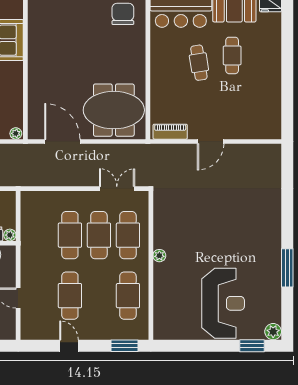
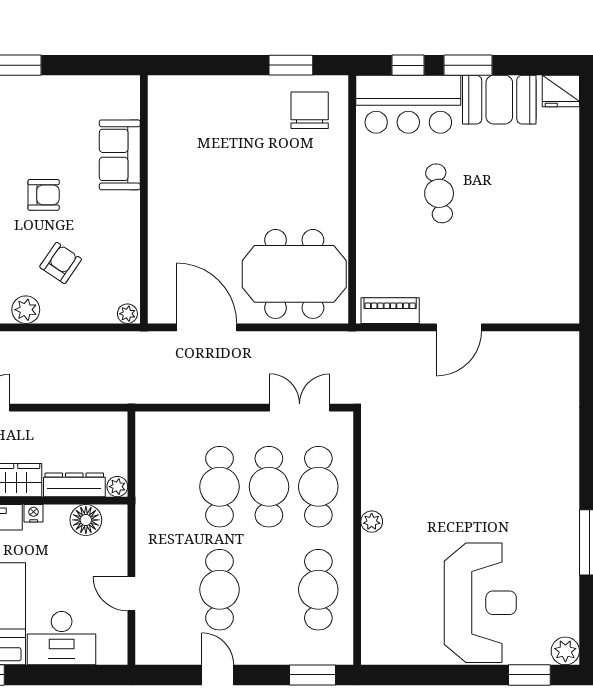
cafe table: (232, 55) -> (496, 181), removed

